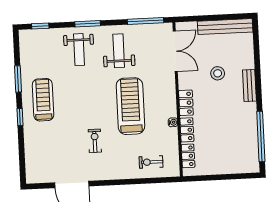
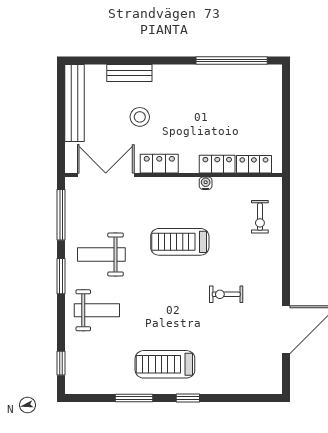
window: (88, 24) -> (61, 276), moved
bench: (249, 86) -> (129, 73), moved
locker: (186, 103) -> (159, 164), moved
treadmill: (130, 106) -> (180, 242), width x0.73, depth x0.73

